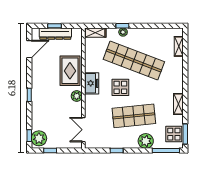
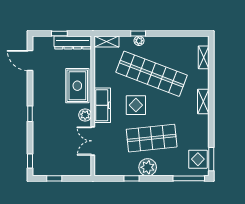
dresser: (55, 34) -> (73, 42), moved
door: (29, 49) -> (30, 60), swing flipped
freezer: (92, 83) -> (102, 105), width x1.40
shelving: (178, 104) -> (203, 101), moved
double door: (83, 130) -> (93, 141), moved
plant: (39, 138) -> (41, 164), removed
plant: (146, 141) -> (148, 167), moved

